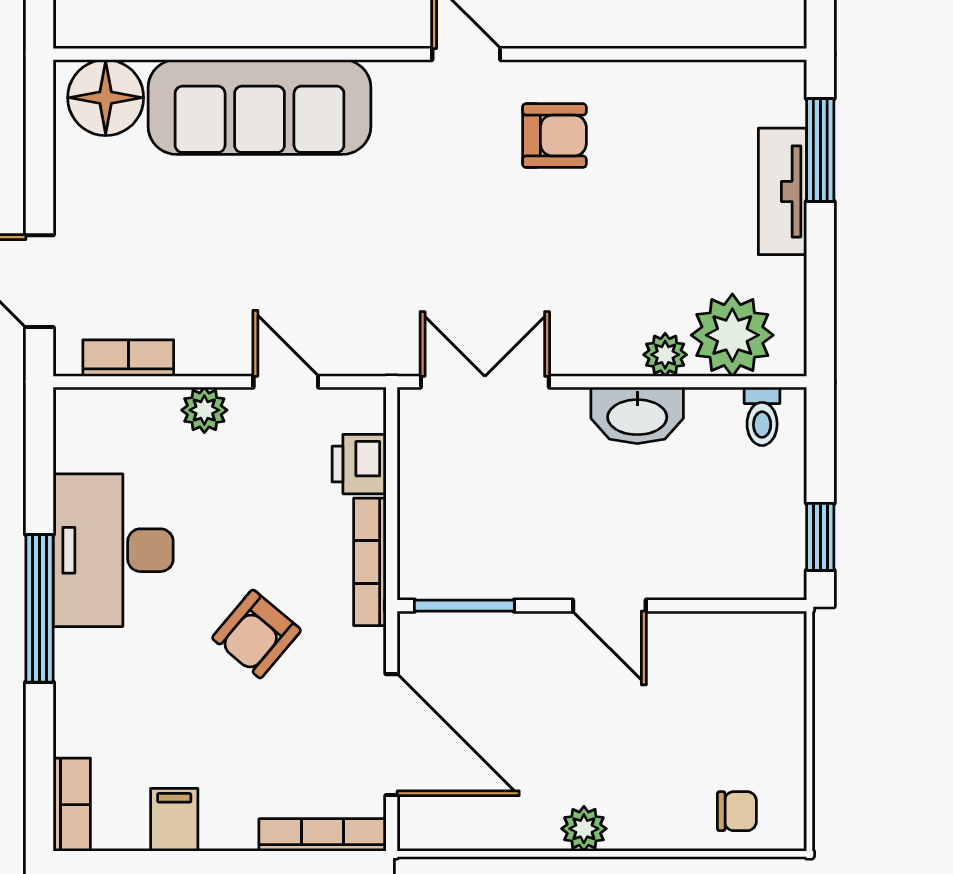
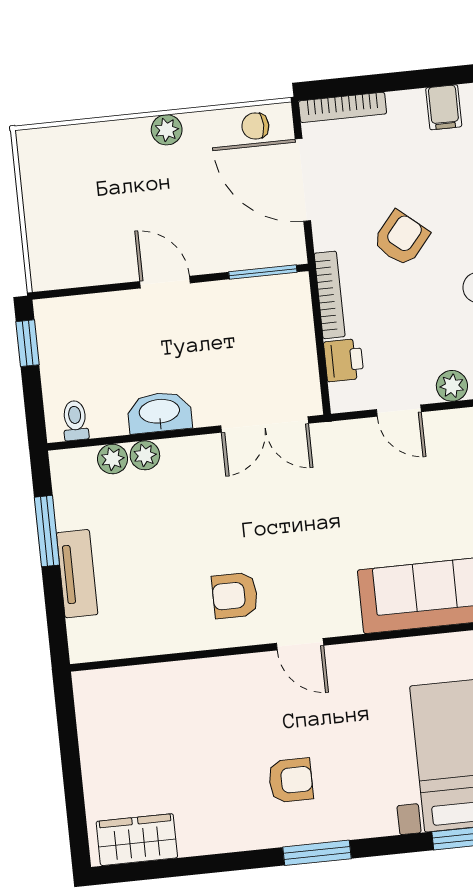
window: (820, 150) -> (47, 531), moved
plant: (732, 335) -> (113, 459), width x0.53, depth x0.53
chair: (737, 811) -> (255, 126), moved

